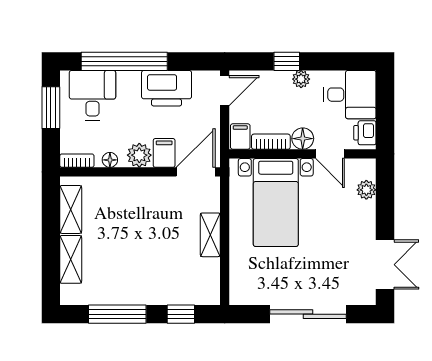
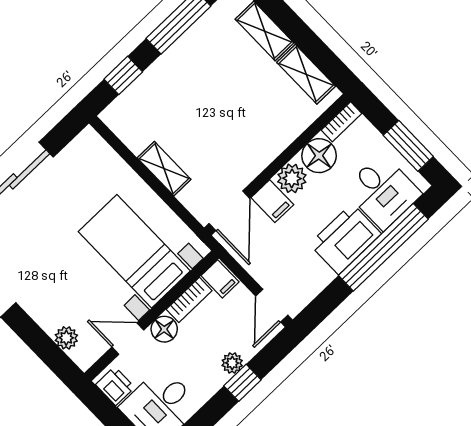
plant: (301, 79) -> (232, 363), moved
printer: (167, 88) -> (345, 239), moved
floor lamp: (110, 160) -> (319, 156), width x1.89, depth x1.89

